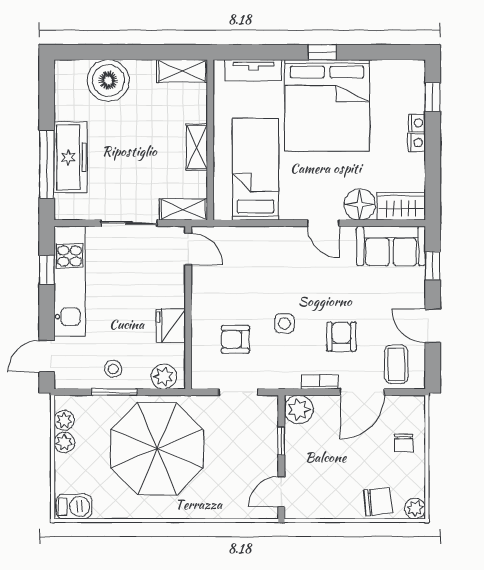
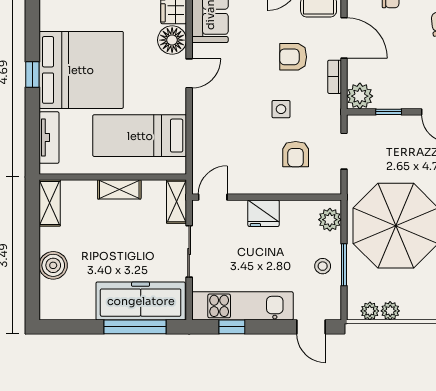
boiler: (108, 80) -> (53, 265), width x0.73, depth x0.73
freezer: (71, 157) -> (141, 301), width x1.36, depth x1.26
fridge: (171, 326) -> (264, 213), moved

